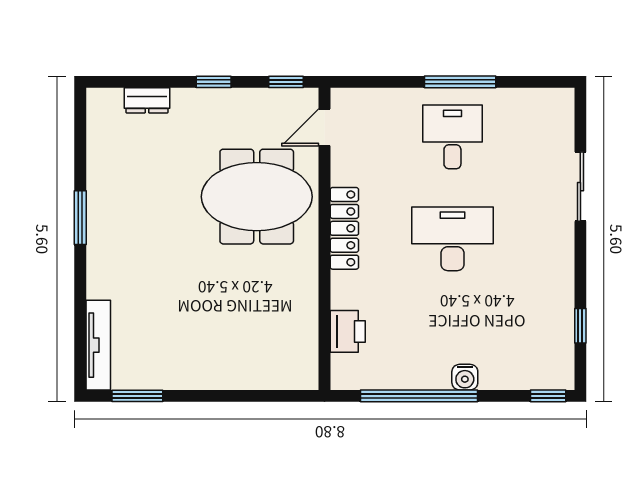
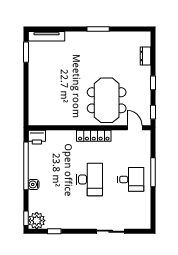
window: (460, 82) -> (153, 172), moved
printer: (348, 331) -> (37, 137), moved
plant: (554, 369) -> (37, 221), added

